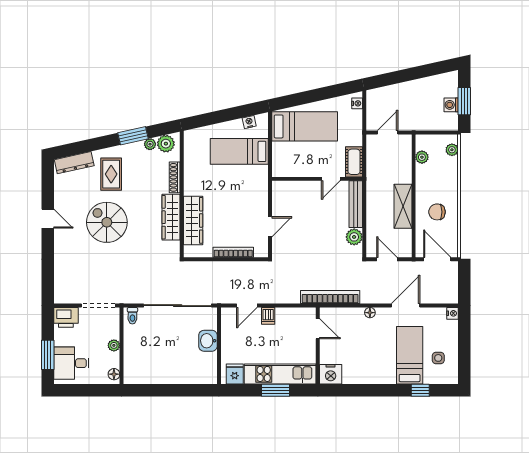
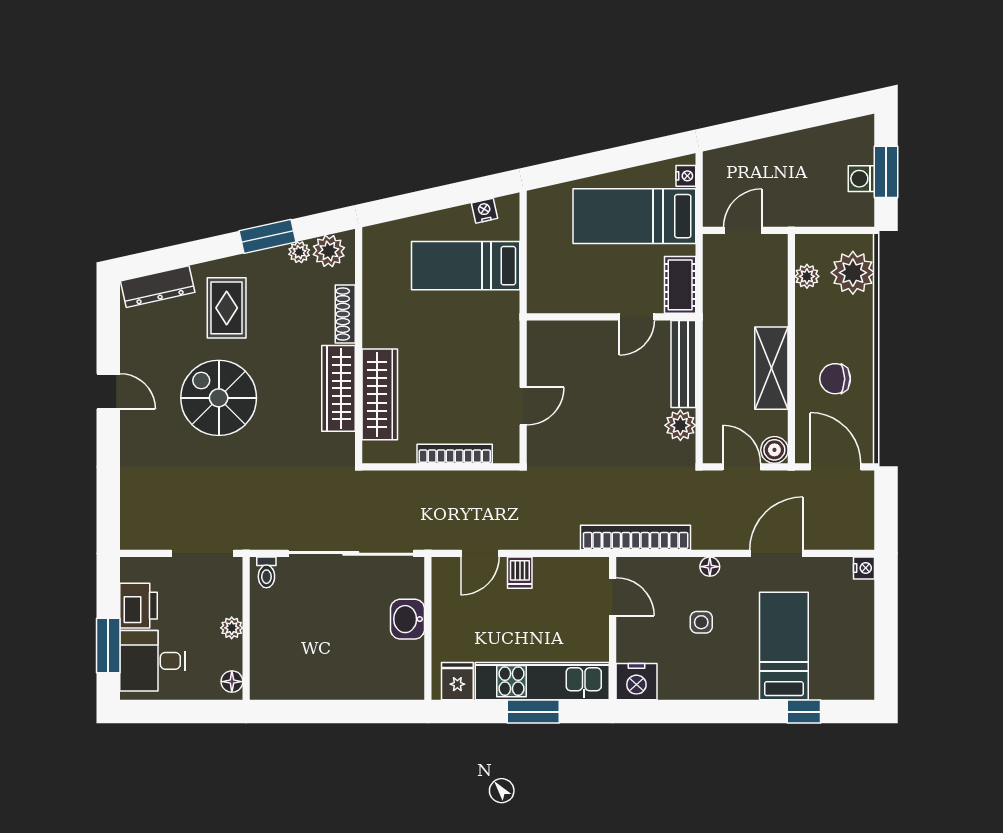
bed: (305, 126) -> (634, 216), moved, turned 180
plant: (452, 150) -> (853, 273), width x1.87, depth x1.87
boiler: (405, 250) -> (774, 450), added
printer: (66, 317) -> (138, 606), moved, turned -90
side table: (438, 358) -> (701, 622), moved

